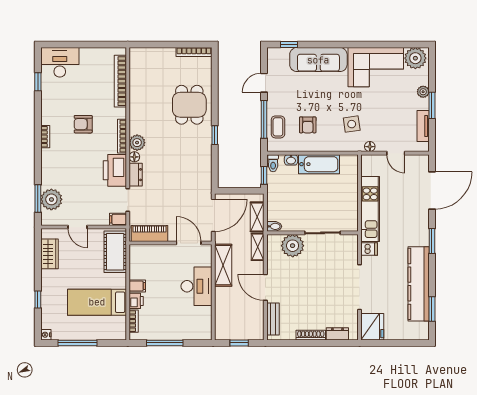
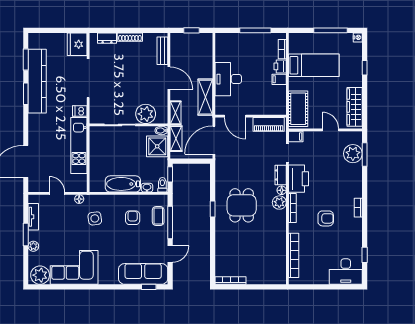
sofa: (318, 60) -> (143, 274), moved
dining table: (189, 105) -> (242, 205), moved
shower: (279, 208) -> (157, 146), added
window: (432, 241) -> (26, 94), moved
wardrobe: (50, 254) -> (355, 107), width x1.50

